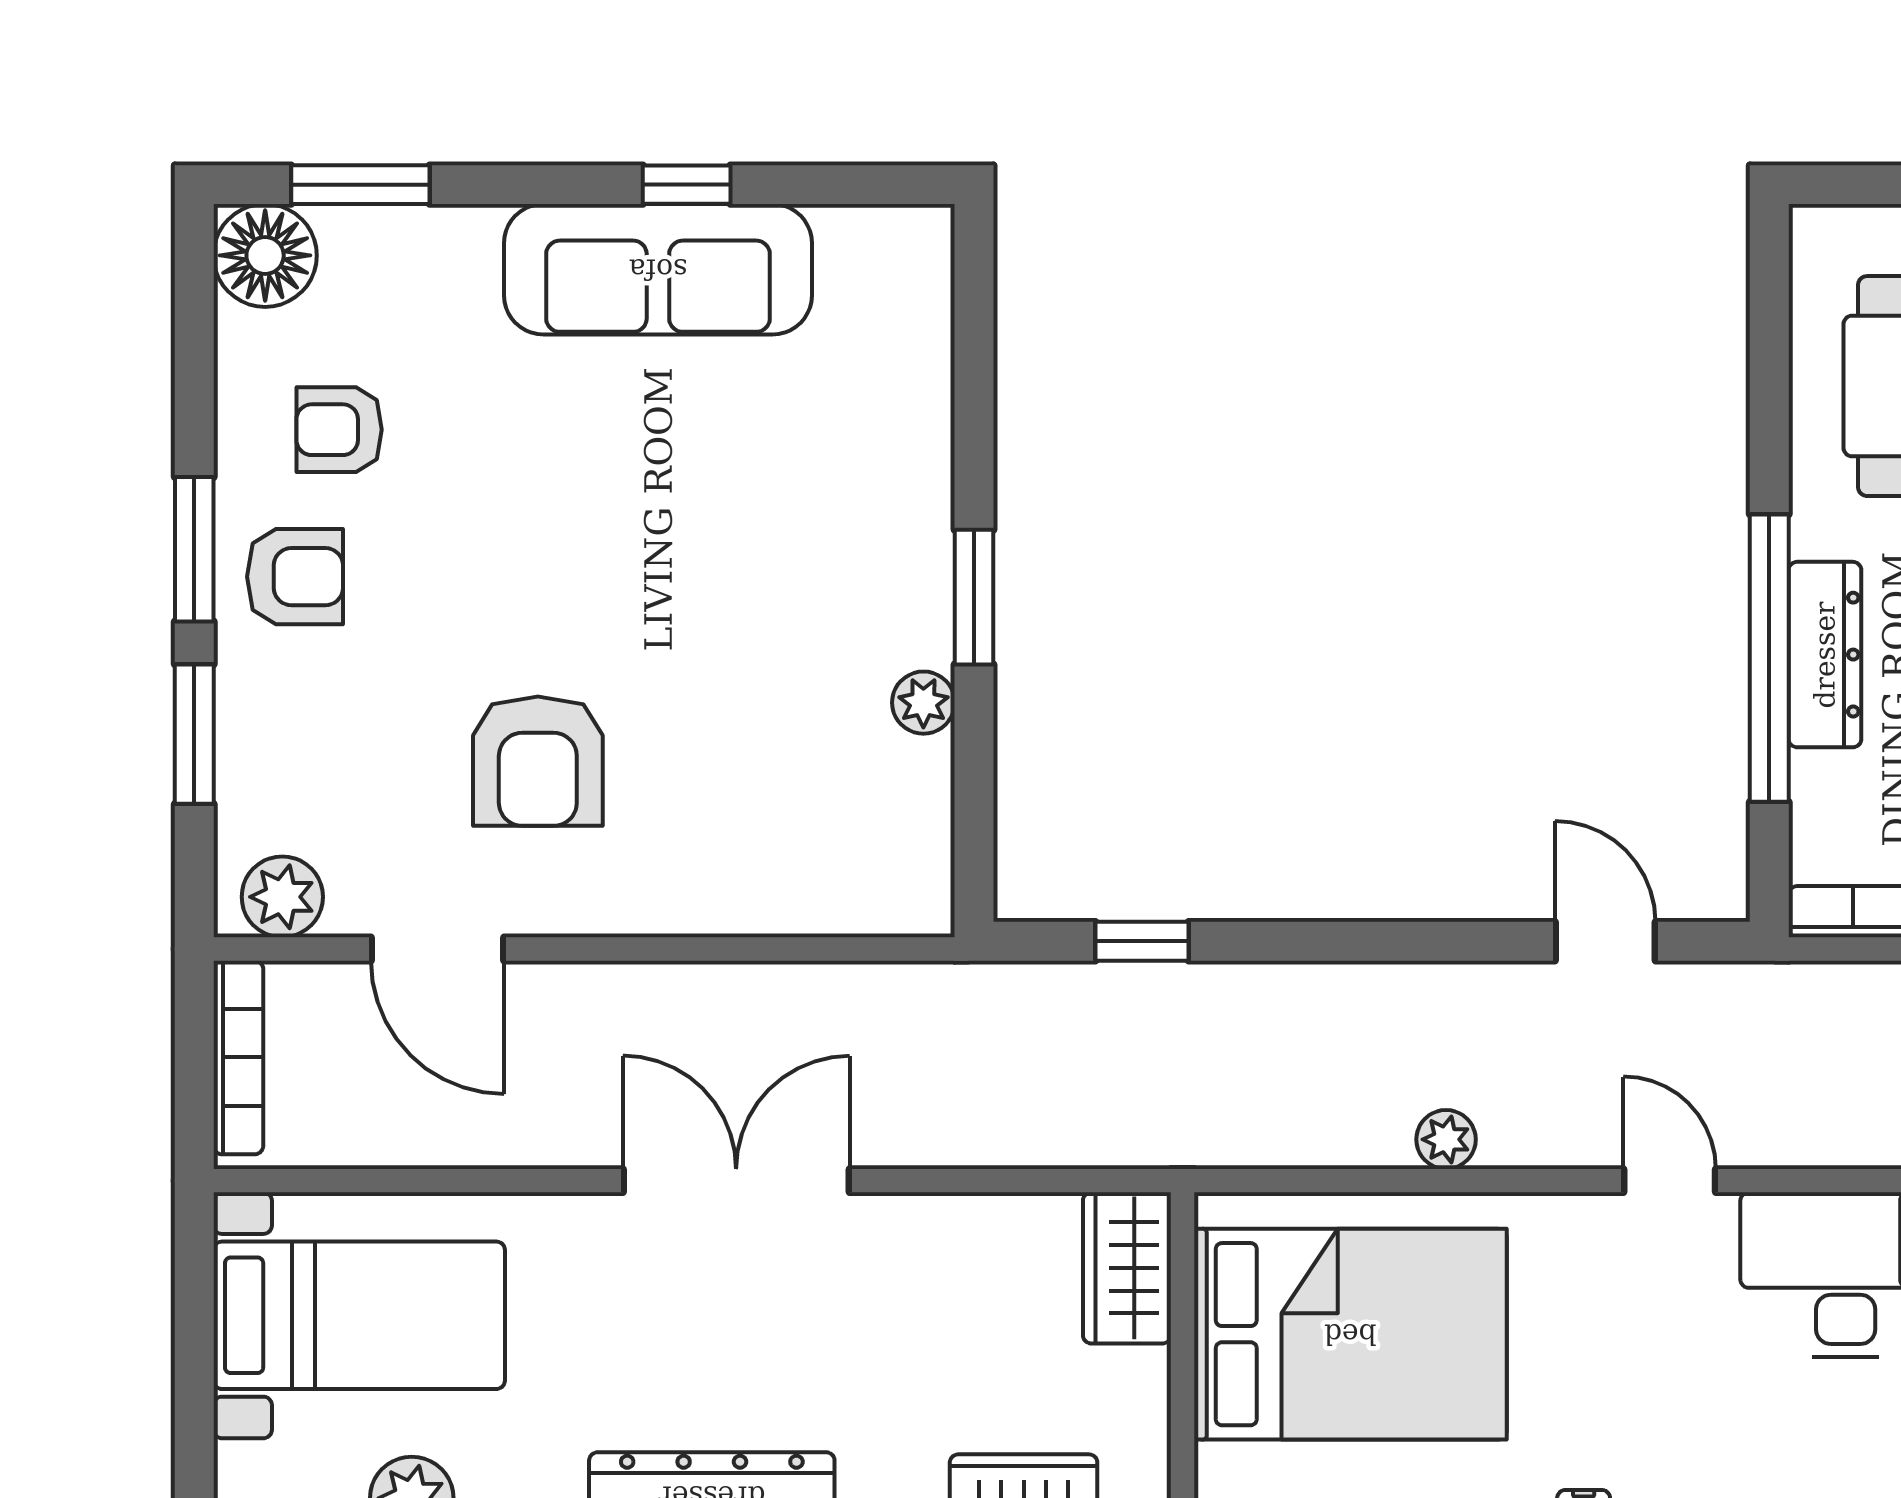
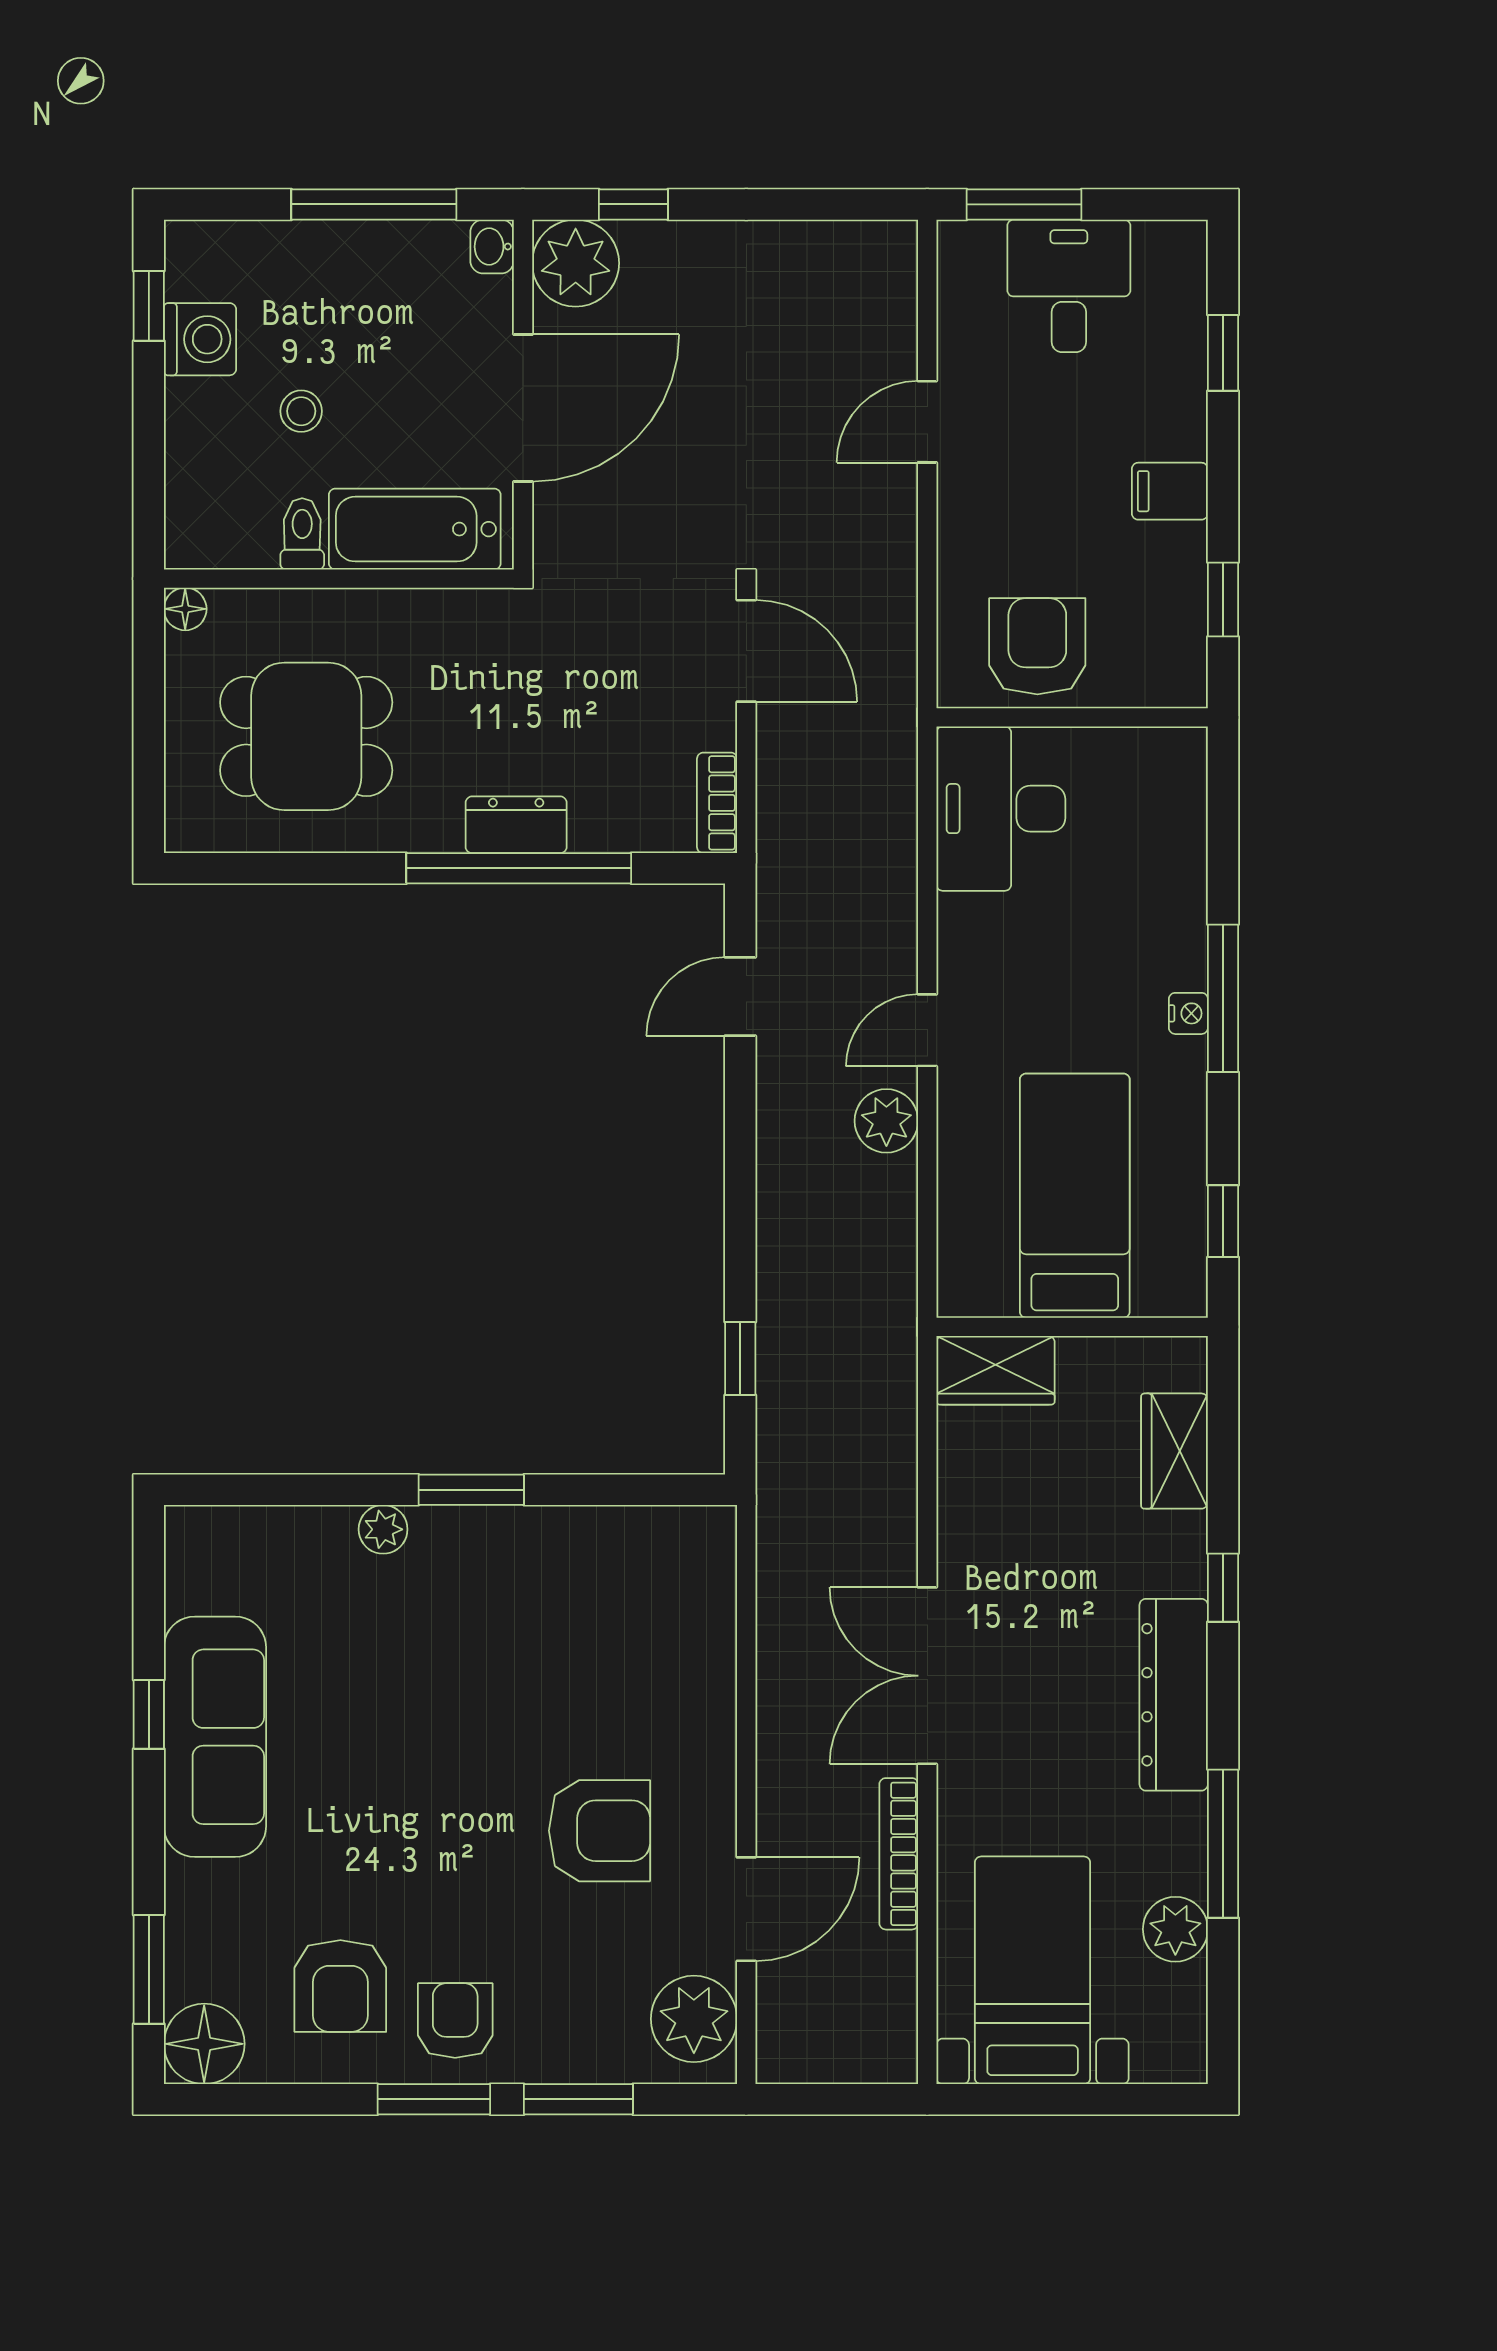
armchair: (339, 430) -> (340, 1986), width x1.38, depth x1.38
dresser: (1825, 655) -> (516, 825), width x0.70
plant: (923, 703) -> (383, 1529), moved
plant: (282, 897) -> (694, 2019), width x1.36, depth x1.36
bookcase: (238, 1057) -> (899, 1854), moved, turned -90
plant: (1446, 1139) -> (886, 1121), width x1.38, depth x1.38
door: (1670, 1181) -> (927, 1030), moved
bed: (1350, 1334) -> (1075, 1196), width x0.67

